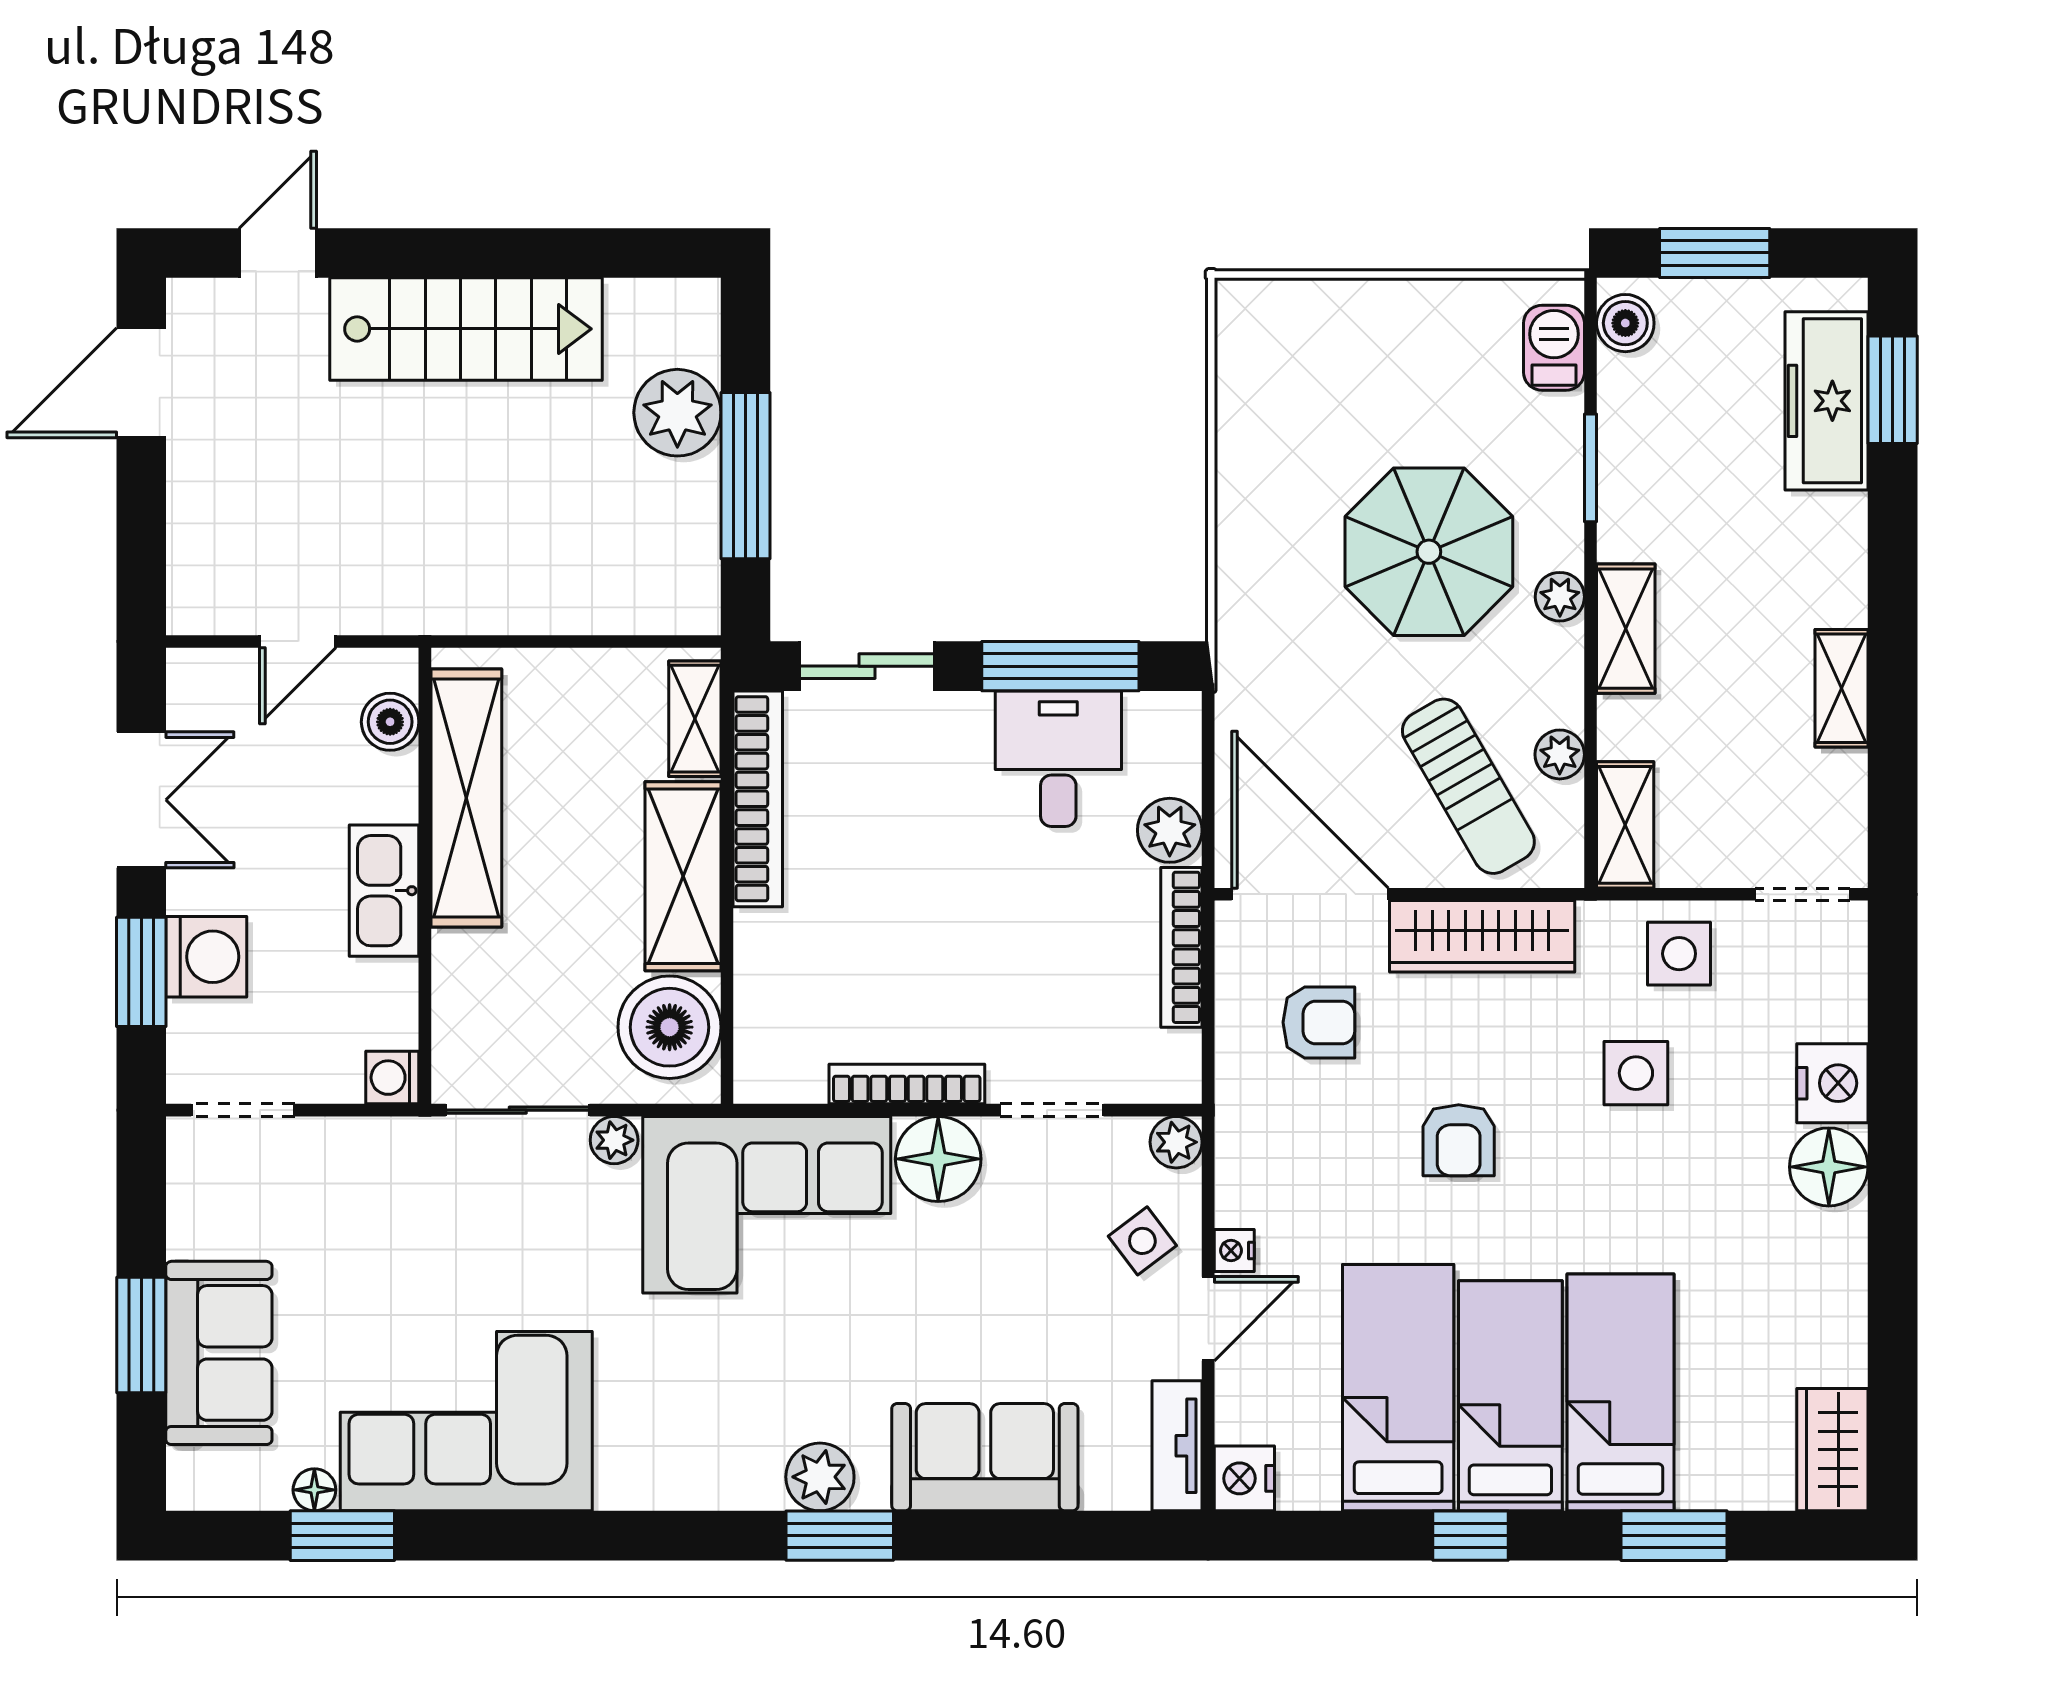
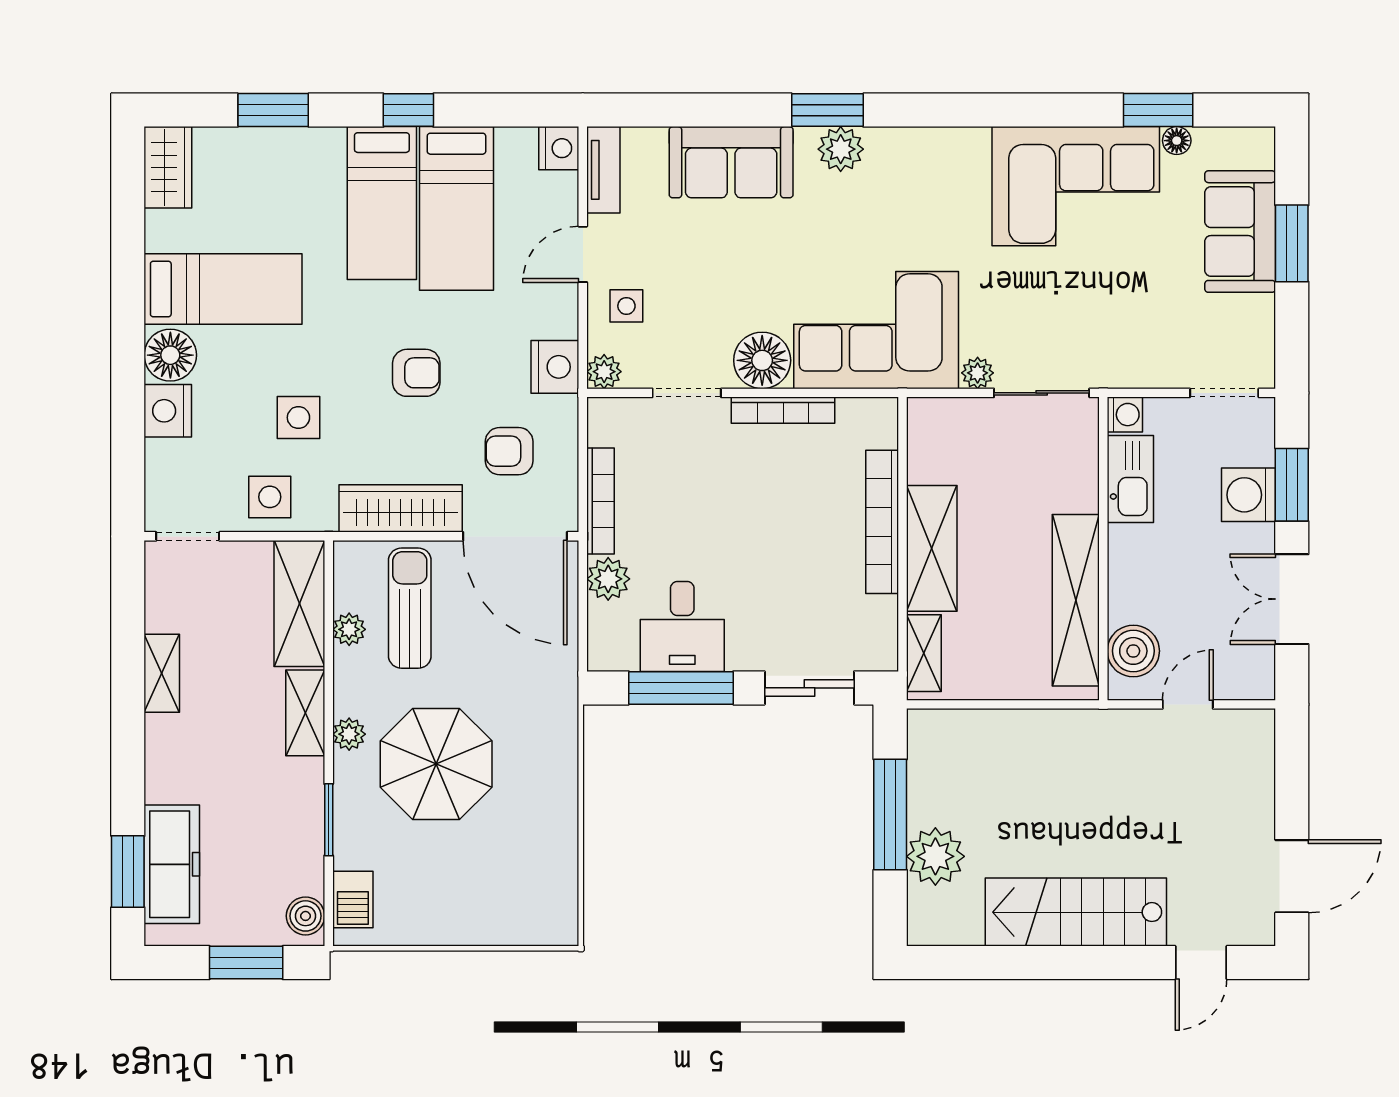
boiler: (390, 722) -> (1133, 651), width x1.36, depth x1.36
sun lounger: (1468, 786) -> (410, 608), turned 30
bookcase: (758, 799) -> (882, 522), moved
shelving: (1625, 825) -> (299, 604), width x1.50, depth x1.33
kitchen sink: (384, 891) -> (1130, 479), moved
boiler: (670, 1027) -> (941, 448), removed
armchair: (1459, 1140) -> (416, 373), turned 90
side table: (1142, 1241) -> (626, 306), turned 37
nightstand: (1234, 1250) -> (555, 367), moved, width x1.89, depth x1.79
bed: (1621, 1392) -> (223, 289), moved, turned -90

